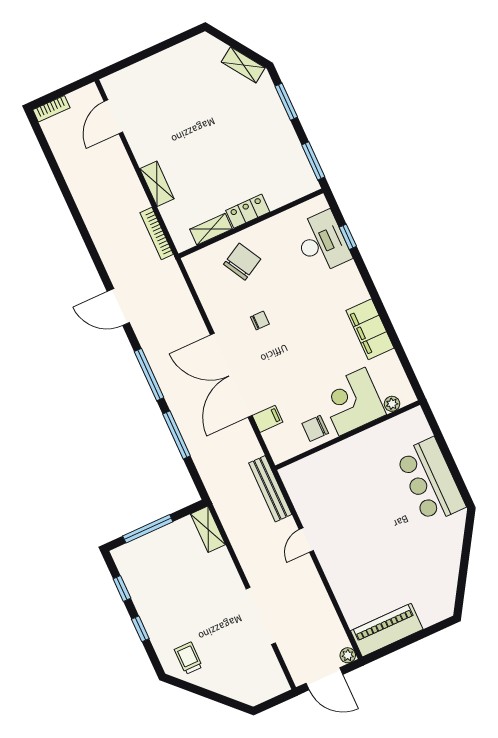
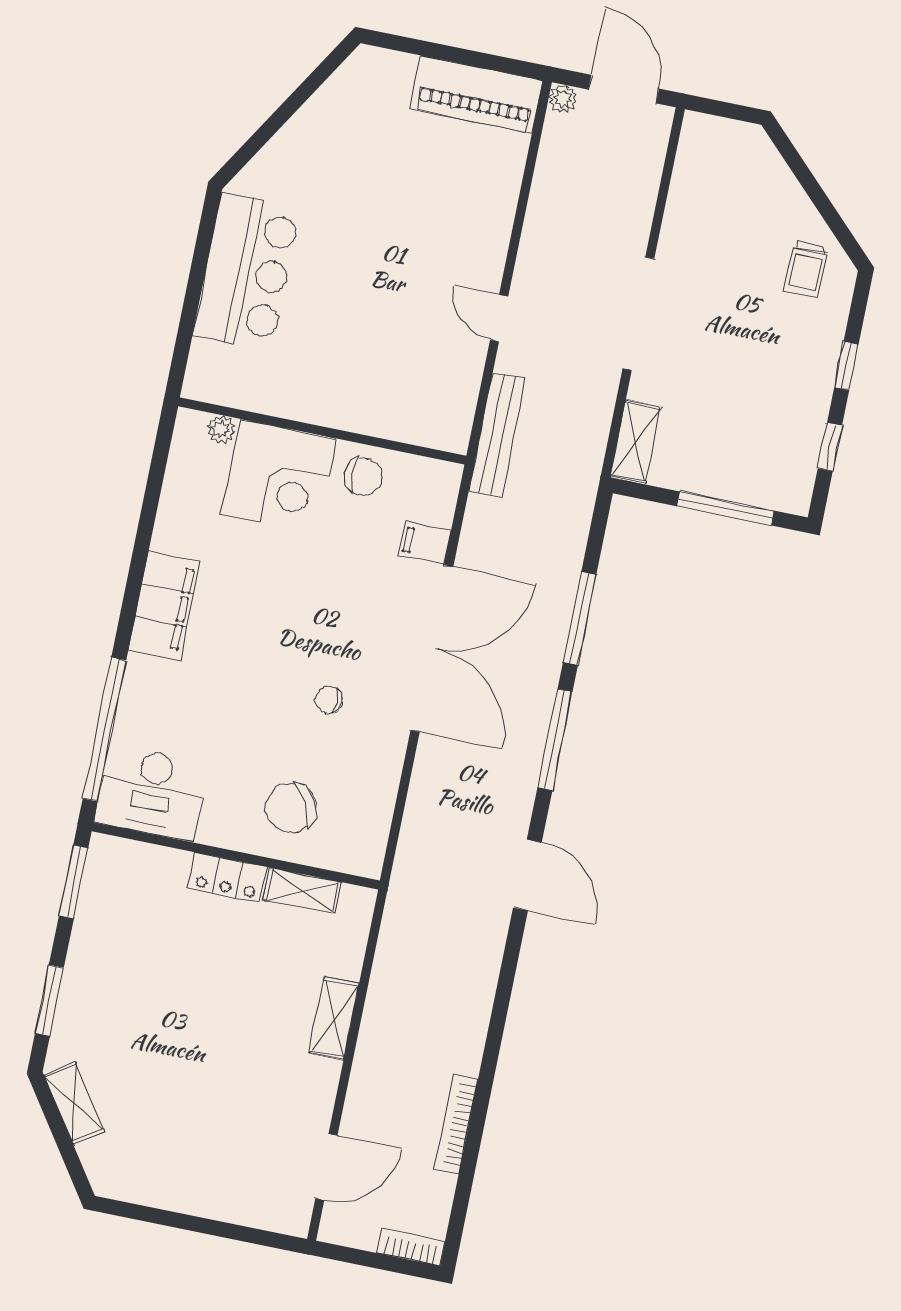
bookcase: (157, 234) -> (456, 1124), moved, turned 180
window: (348, 237) -> (105, 729), width x3.17
desk: (322, 242) -> (152, 793), moved, turned -90
filing cabinet: (370, 329) -> (164, 605), moved
door: (306, 540) -> (499, 318), swing flipped
doorway: (261, 616) -> (638, 314), moved

